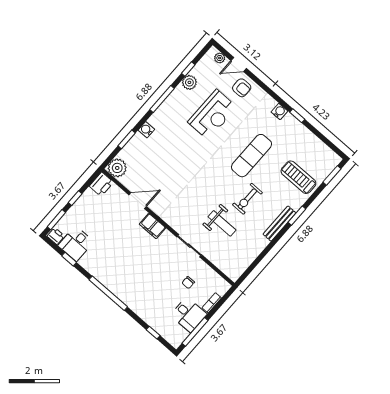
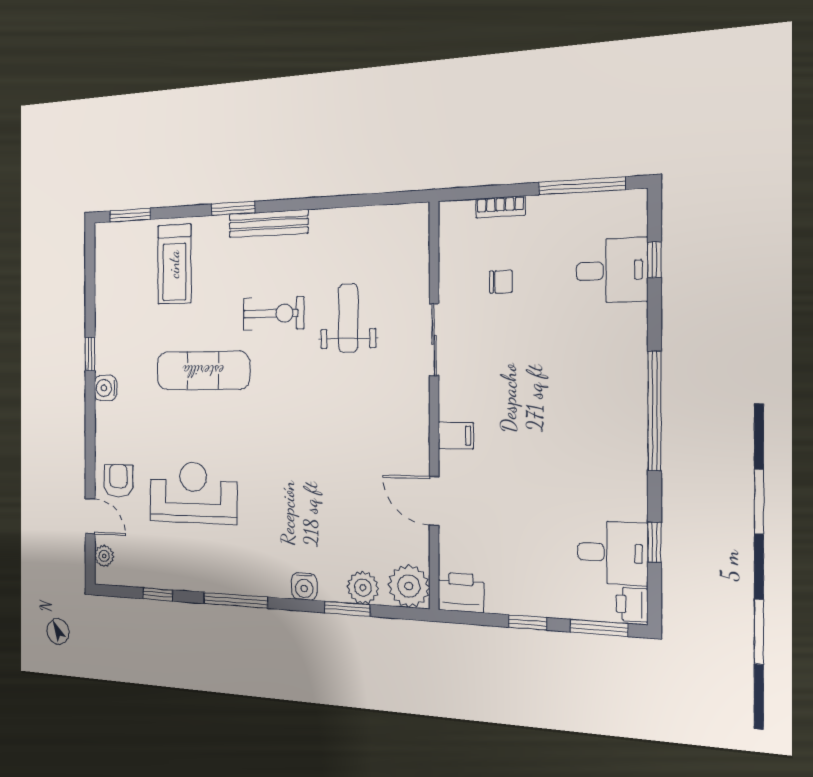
plant: (189, 82) -> (363, 588), moved
filing cabinet: (152, 226) -> (456, 435), width x0.50
desk: (189, 315) -> (612, 270), moved, turned 90

